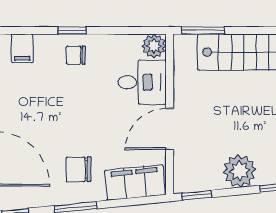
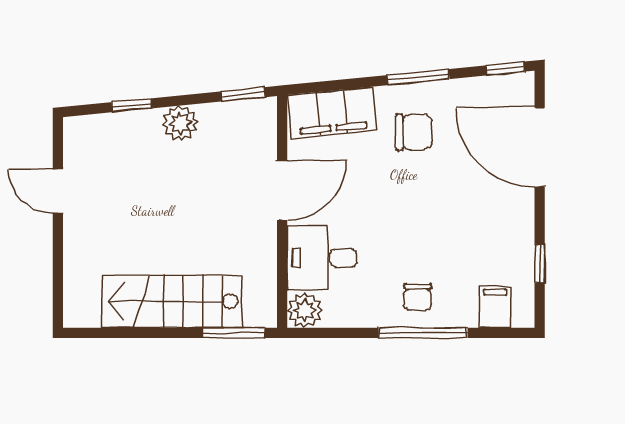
window: (72, 30) -> (423, 333), width x2.17
chair: (76, 55) -> (418, 297), turned 90
plant: (240, 171) -> (180, 123), width x0.73, depth x0.73

